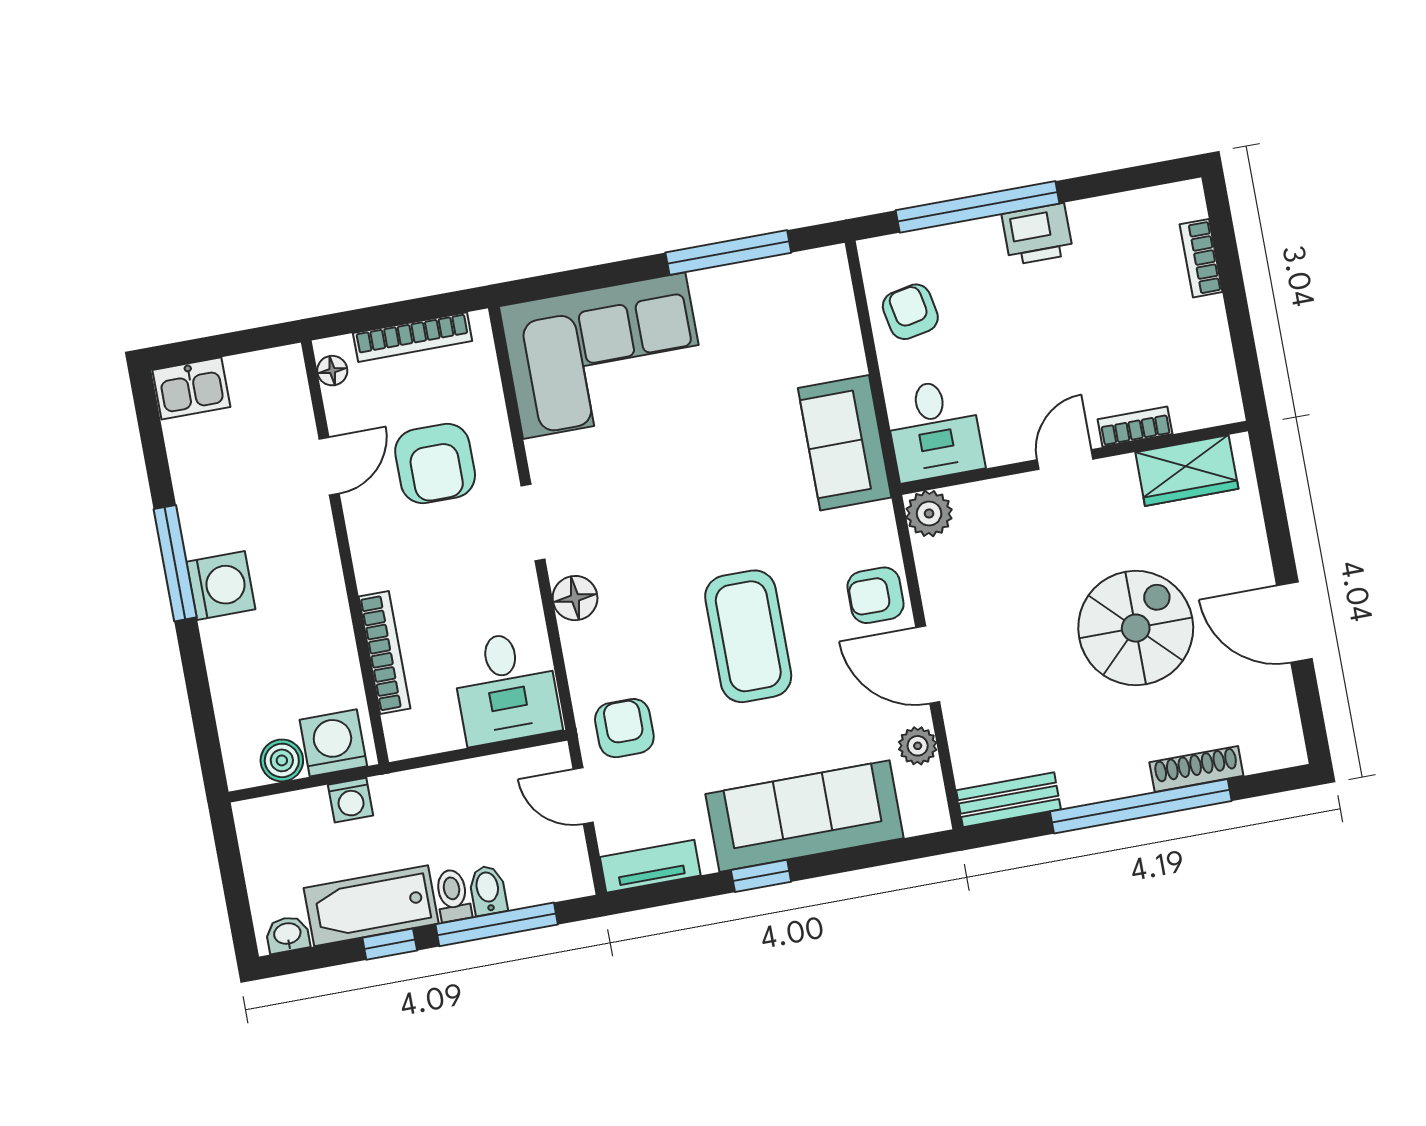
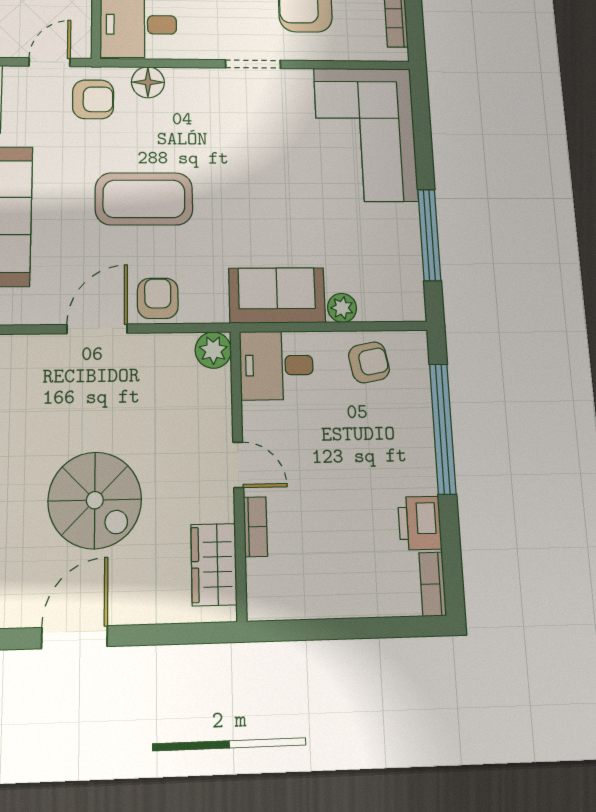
printer: (1037, 234) -> (420, 523), moved
bookcase: (1201, 258) -> (433, 584), moved, turned -90
floor lamp: (575, 598) -> (148, 82), moved
plant: (918, 746) -> (342, 308), moved

